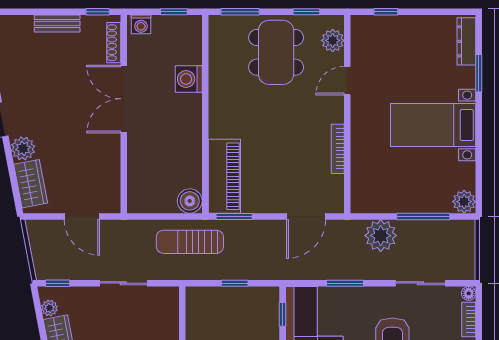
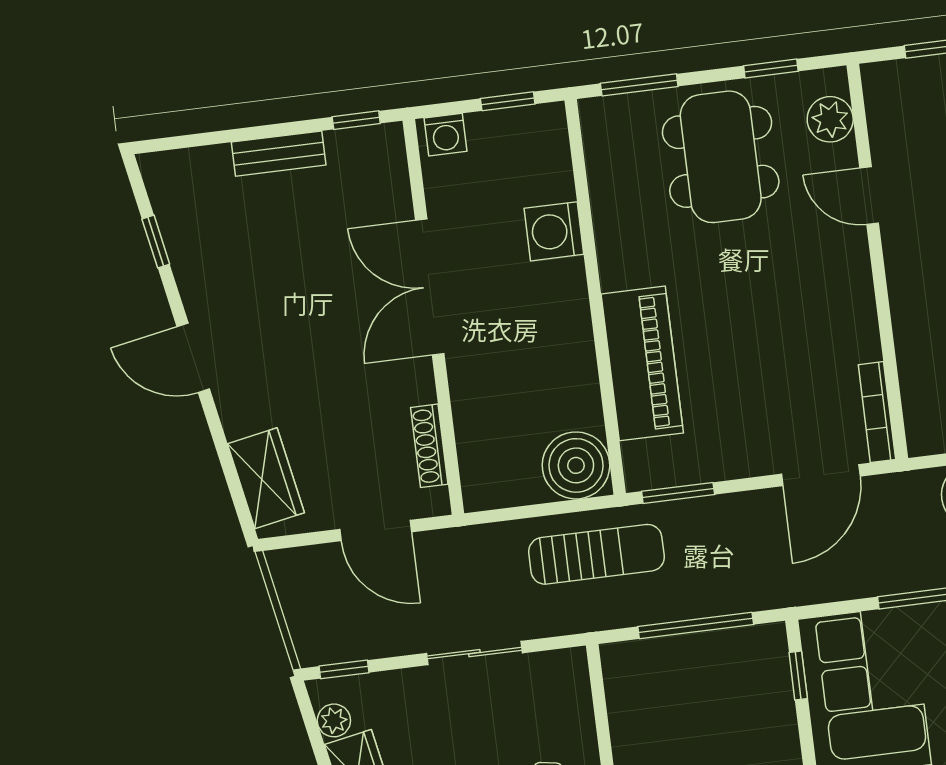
shoe rack: (114, 43) -> (429, 446), moved
door: (347, 81) -> (869, 196), hinge flipped
plant: (23, 148) -> (242, 410), removed
bookcase: (338, 149) -> (877, 412), moved
piano: (224, 176) -> (642, 363), moved
boiler: (190, 201) -> (576, 465), width x1.37, depth x1.37
sun lounger: (190, 242) -> (596, 554), turned 180
window: (235, 283) -> (696, 626), width x2.17

